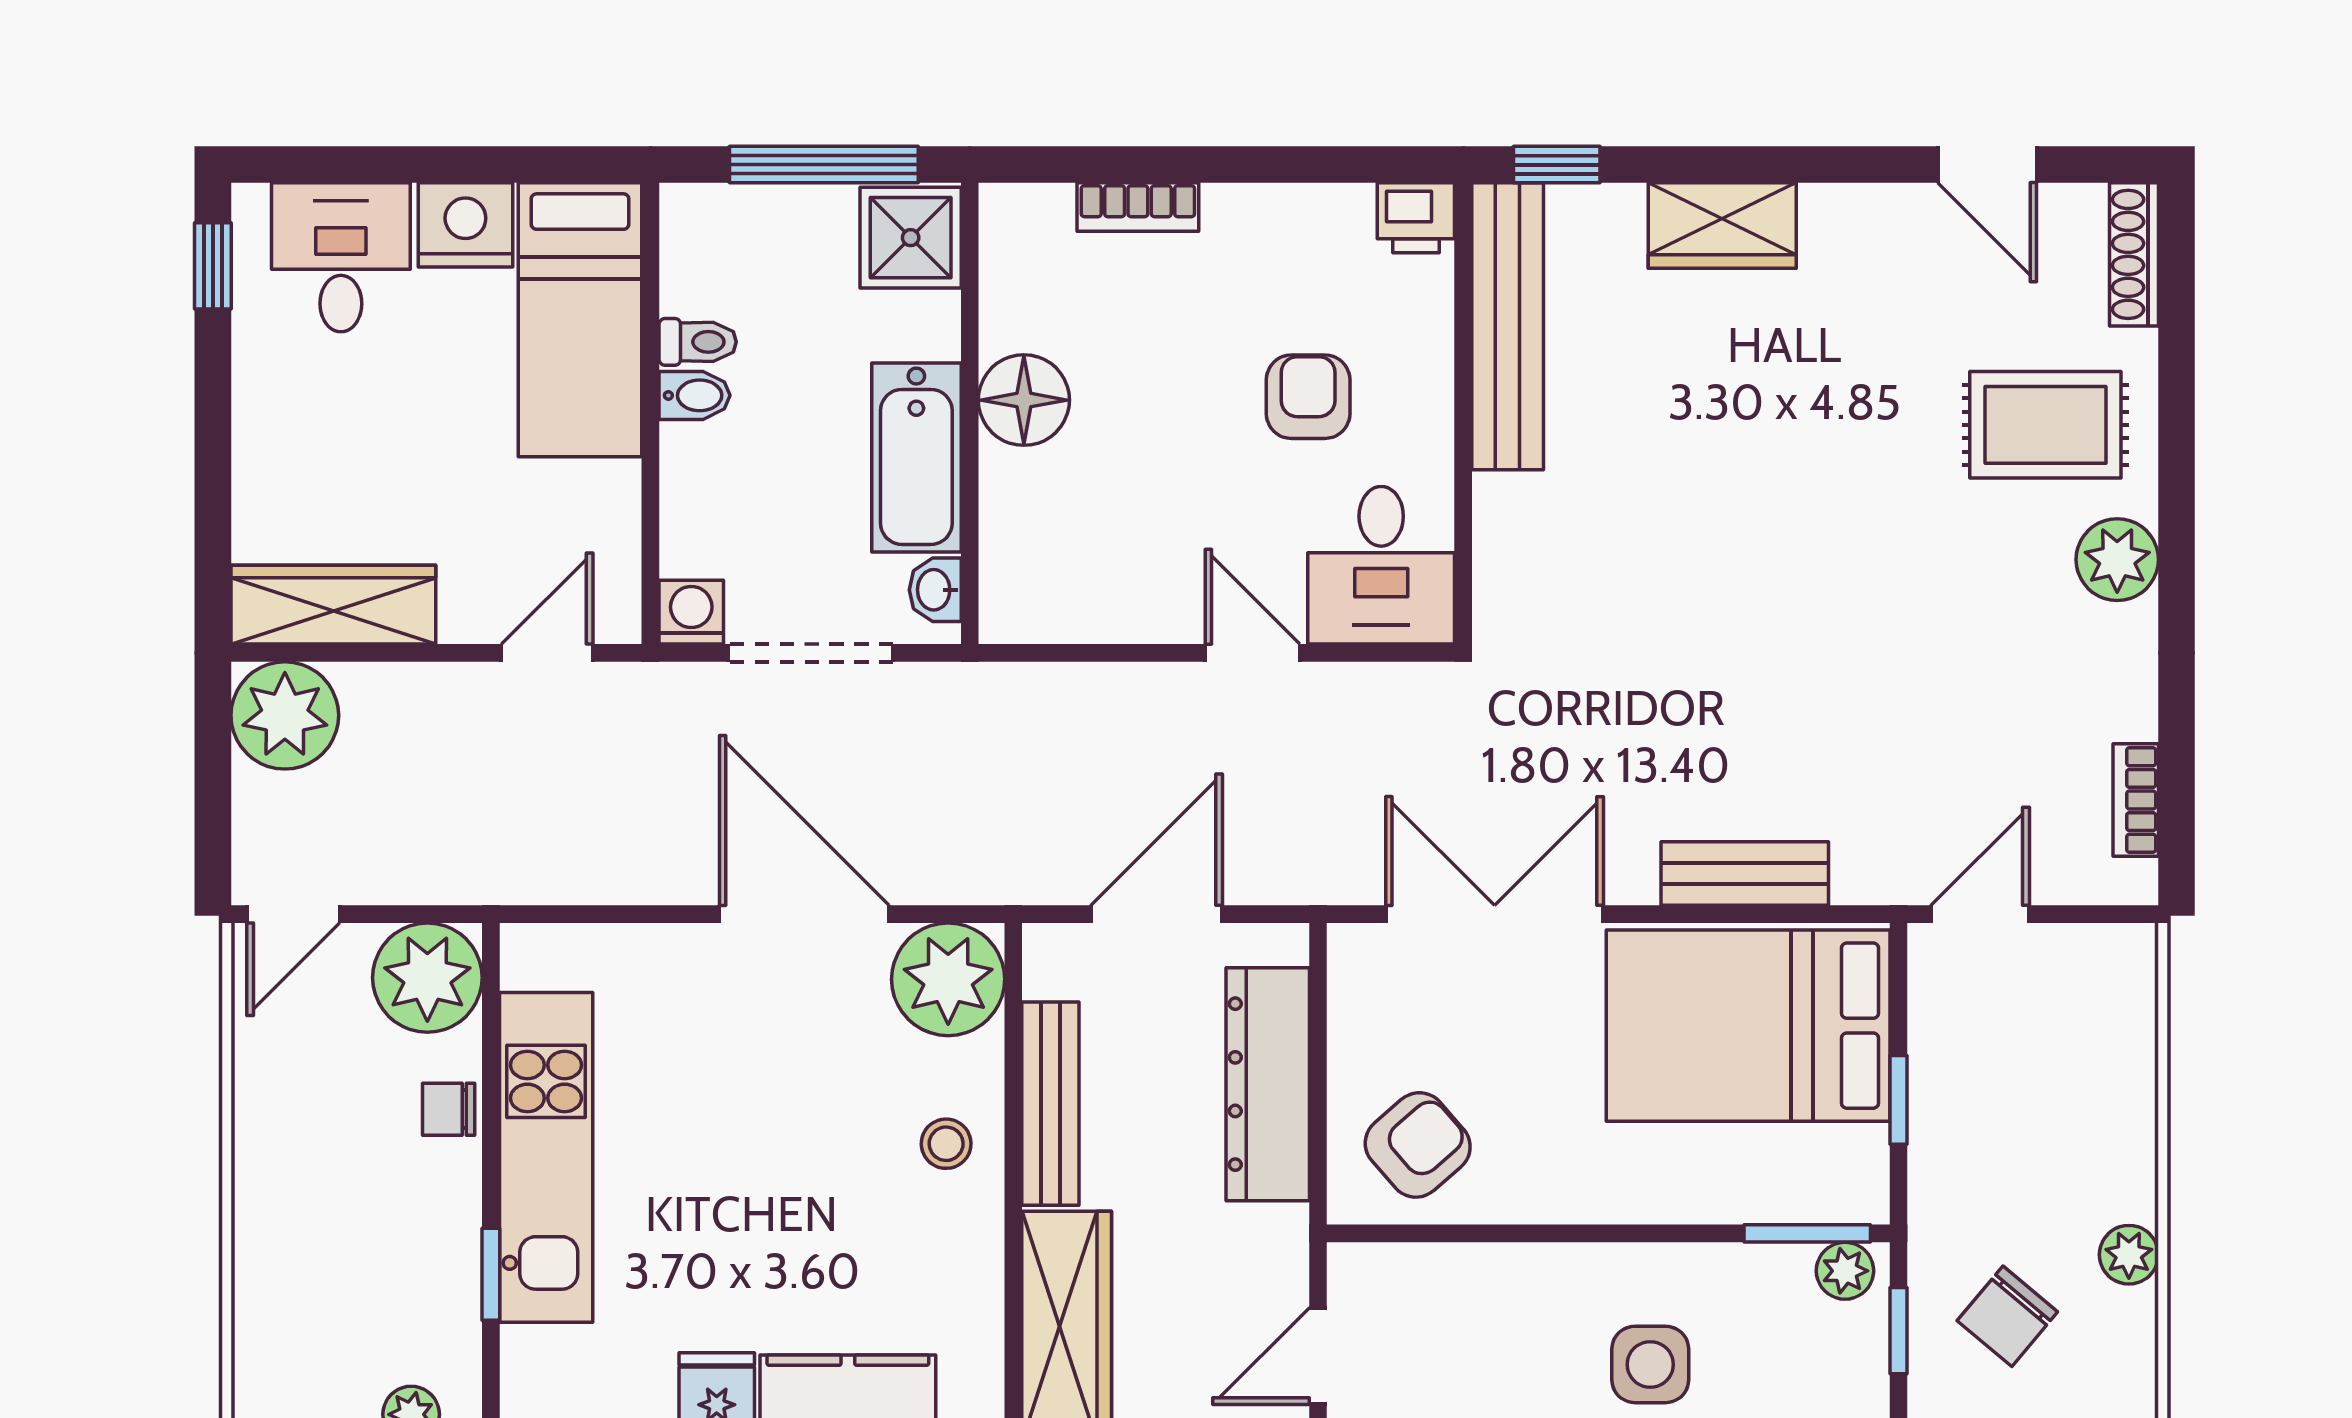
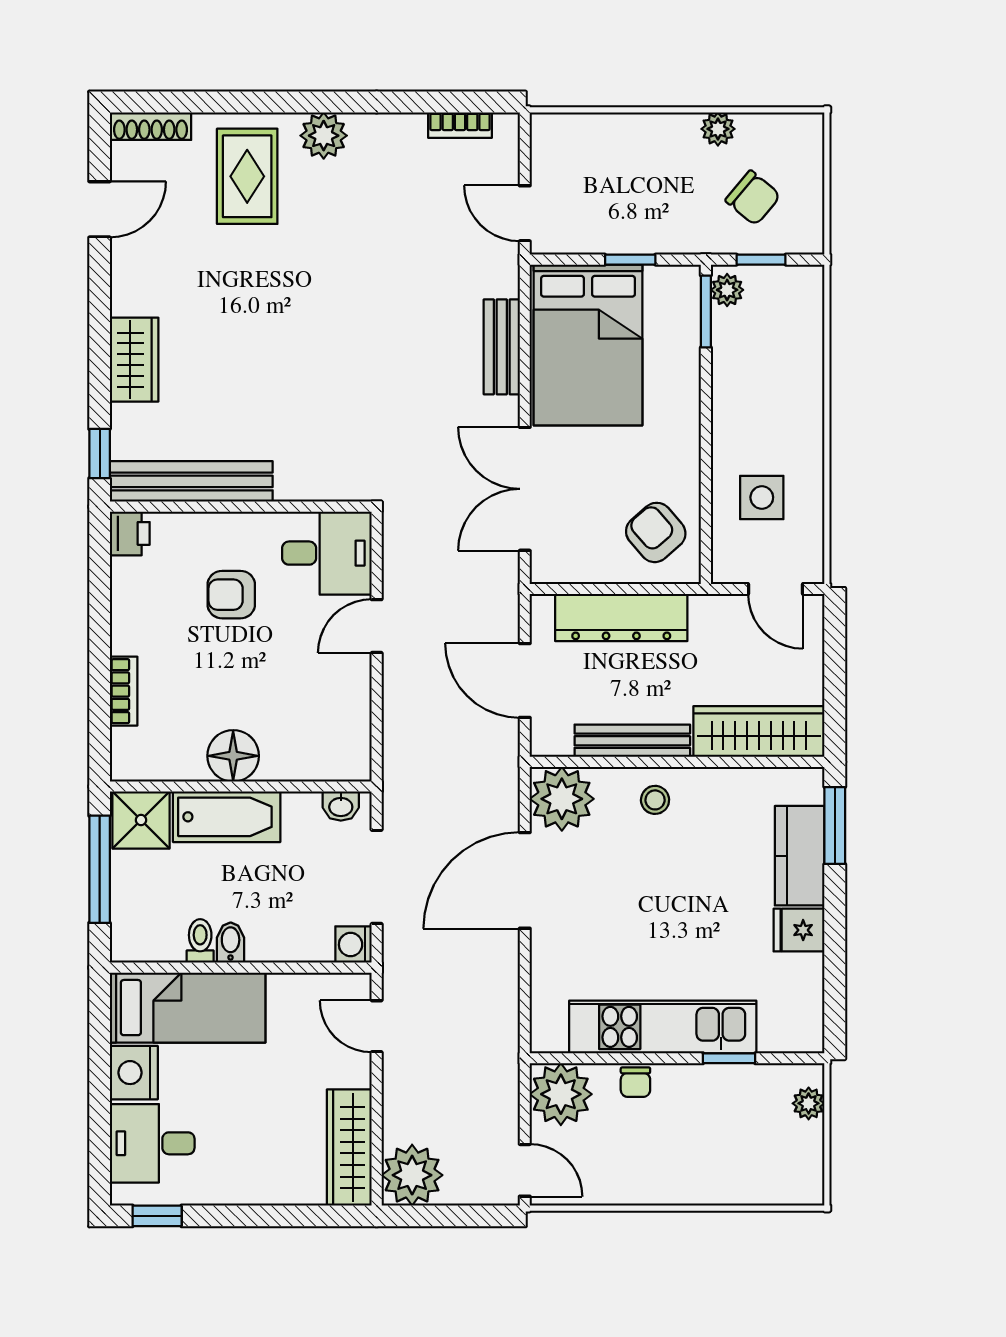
bathtub: (916, 457) -> (227, 817), moved
side table: (1650, 1364) -> (762, 497), moved

